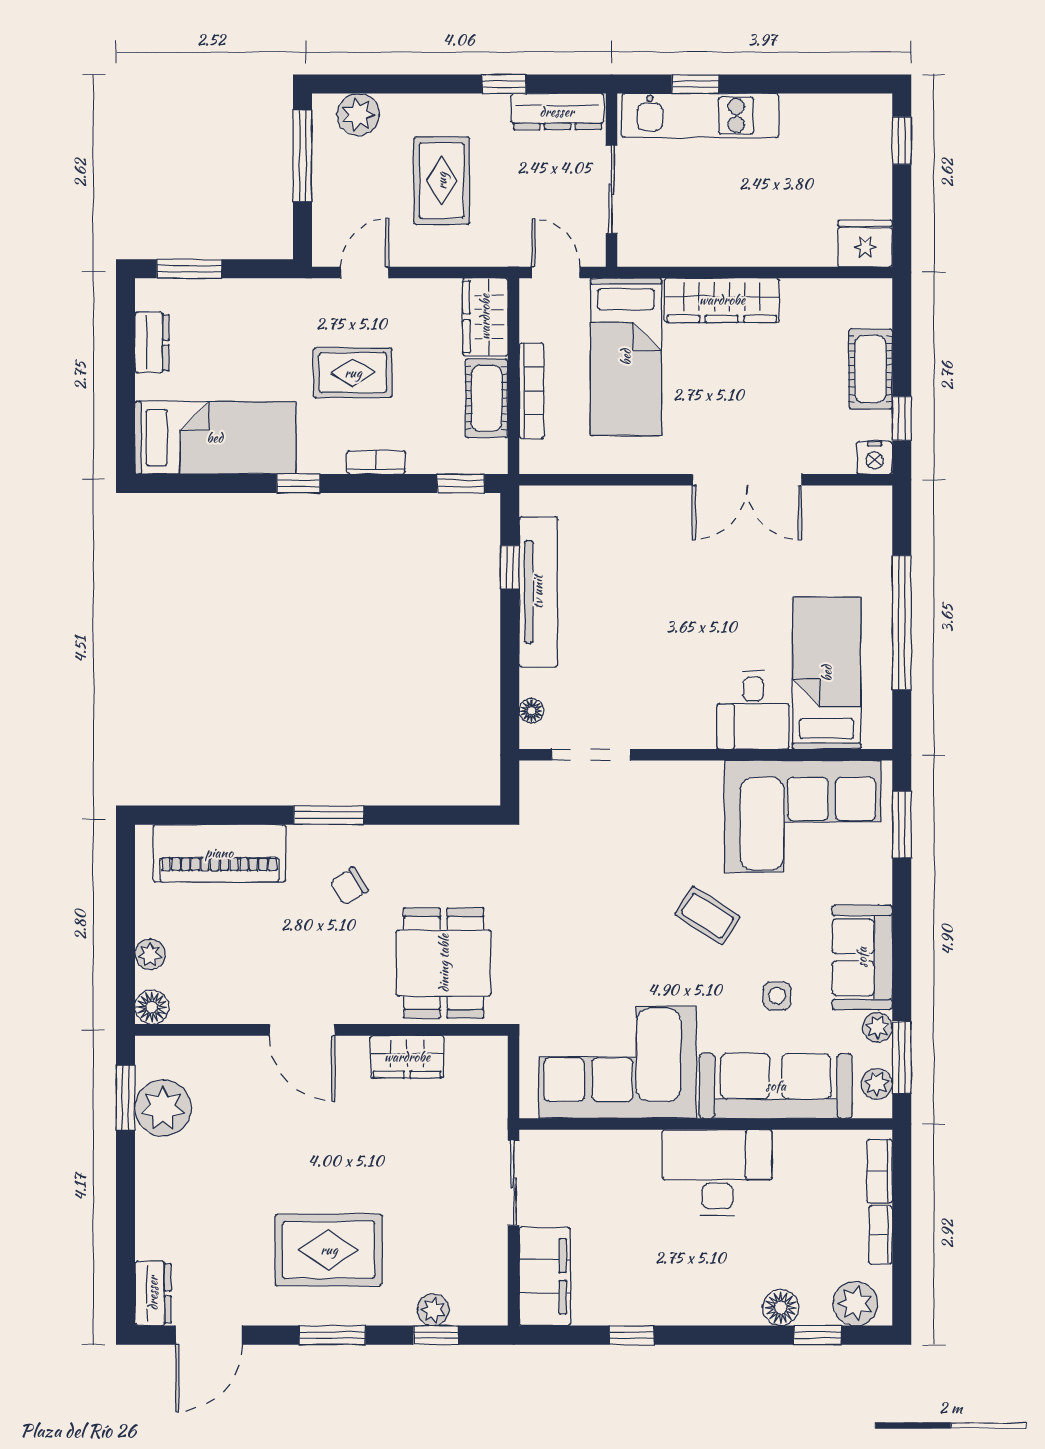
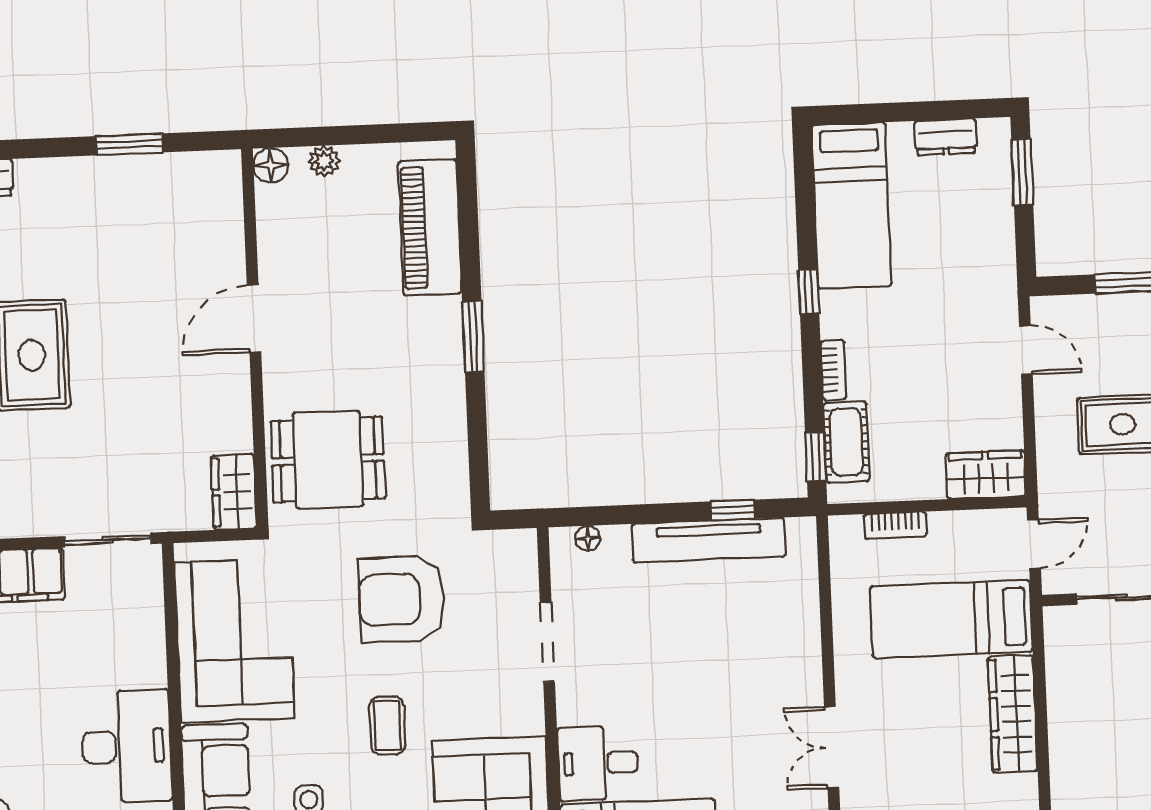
rug: (353, 373) -> (924, 342), removed
bookcase: (531, 391) -> (895, 525), width x0.64
cot: (487, 398) -> (846, 442), moved, turned 90
double door: (747, 480) -> (832, 747), width x0.73
doorway: (591, 755) -> (547, 642), moved
chair: (349, 886) -> (402, 360), removed
armchair: (584, 896) -> (402, 599), added
coffee table: (707, 916) -> (387, 726), turned -33
wardrobe: (407, 1057) -> (234, 492), moved
window: (125, 1098) -> (129, 144), moved
plant: (163, 1108) -> (169, 181), removed

